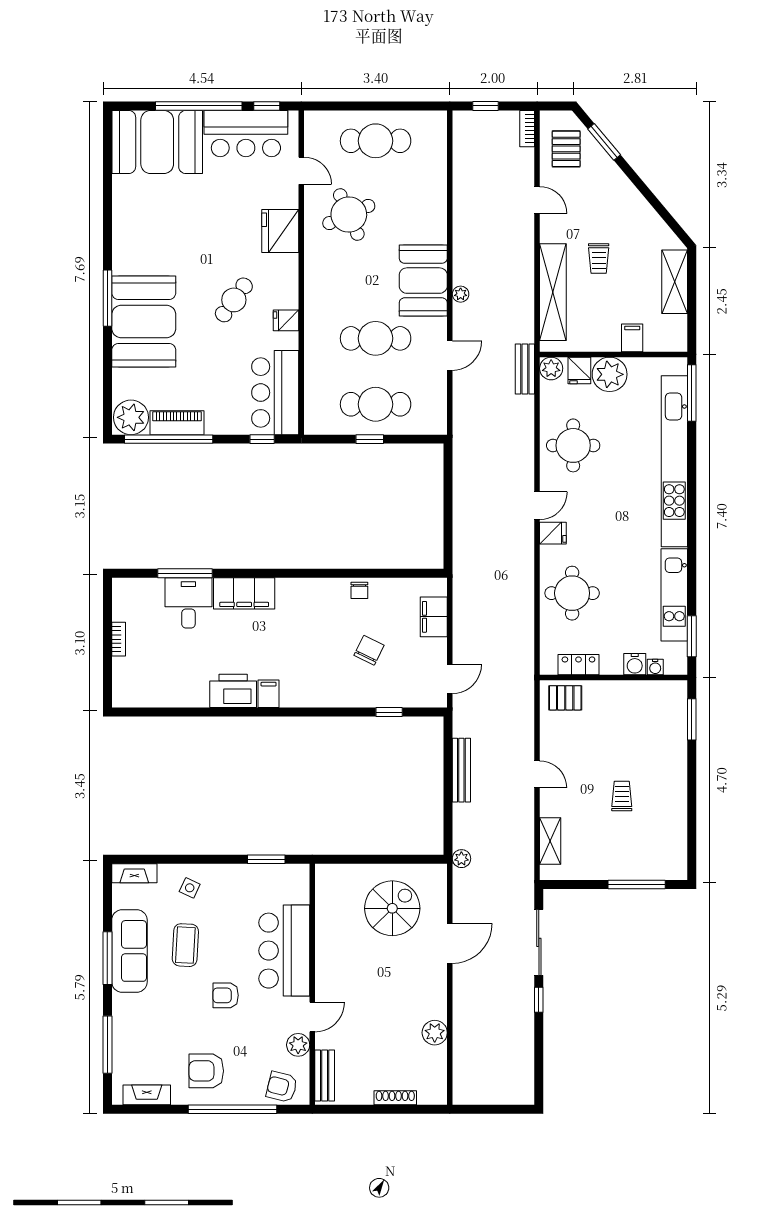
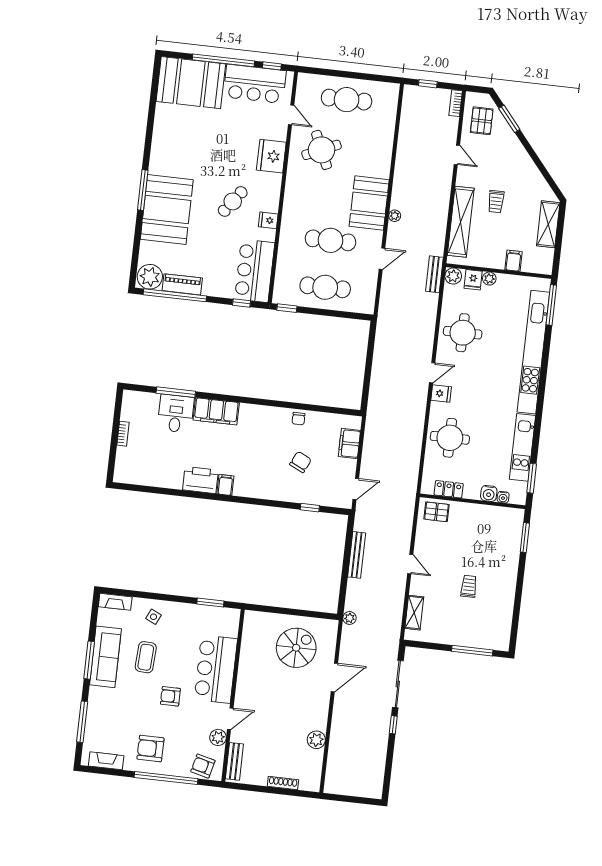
plant: (610, 374) -> (489, 279), width x0.53, depth x0.53
window: (370, 439) -> (287, 308), moved

